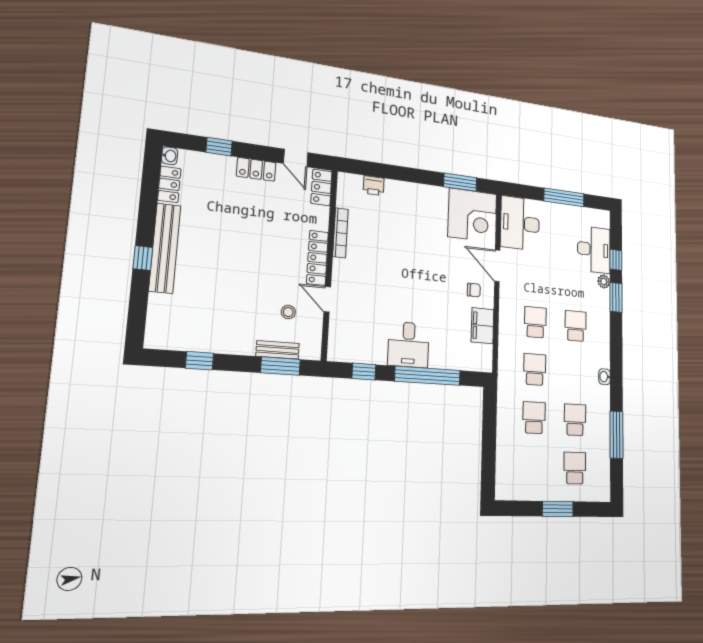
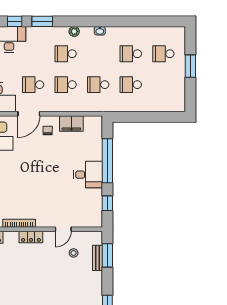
locker: (317, 258) -> (31, 237), width x0.66
school desk: (536, 276) -> (33, 85), added
plant: (604, 282) -> (74, 31), moved
window: (616, 435) -> (140, 21), removed

